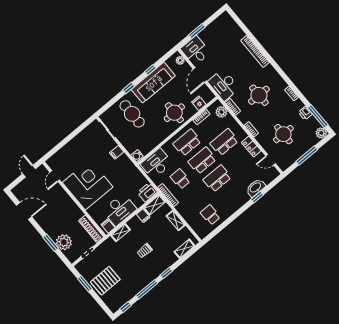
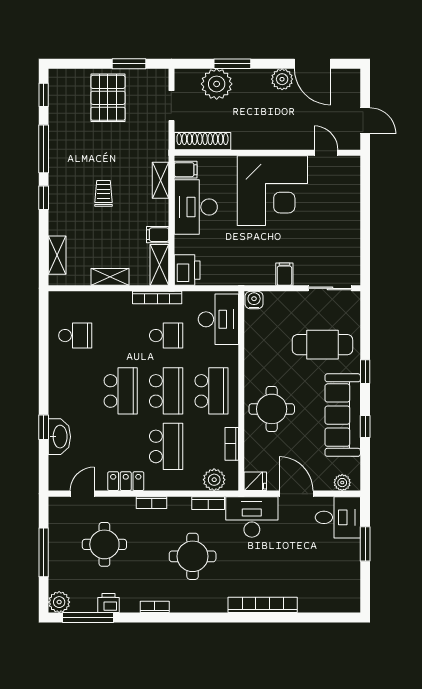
fridge: (199, 103) -> (255, 481), moved
door: (24, 211) -> (312, 64), hinge flipped
plant: (40, 218) -> (282, 79), added

